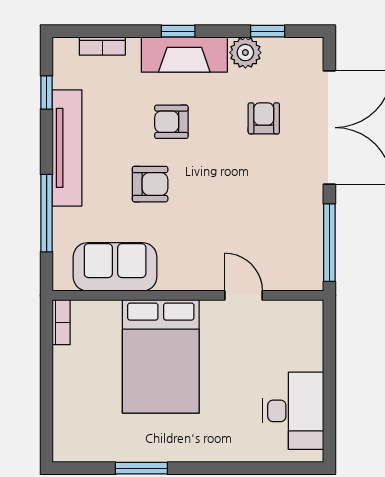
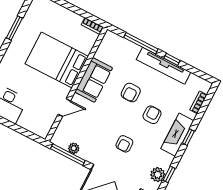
plant: (245, 53) -> (158, 175), moved
window: (47, 92) -> (172, 59), moved
armchair: (264, 118) -> (124, 144), moved, turned 90
plant: (312, 238) -> (74, 148), added
sofa: (115, 267) -> (94, 80), moved

